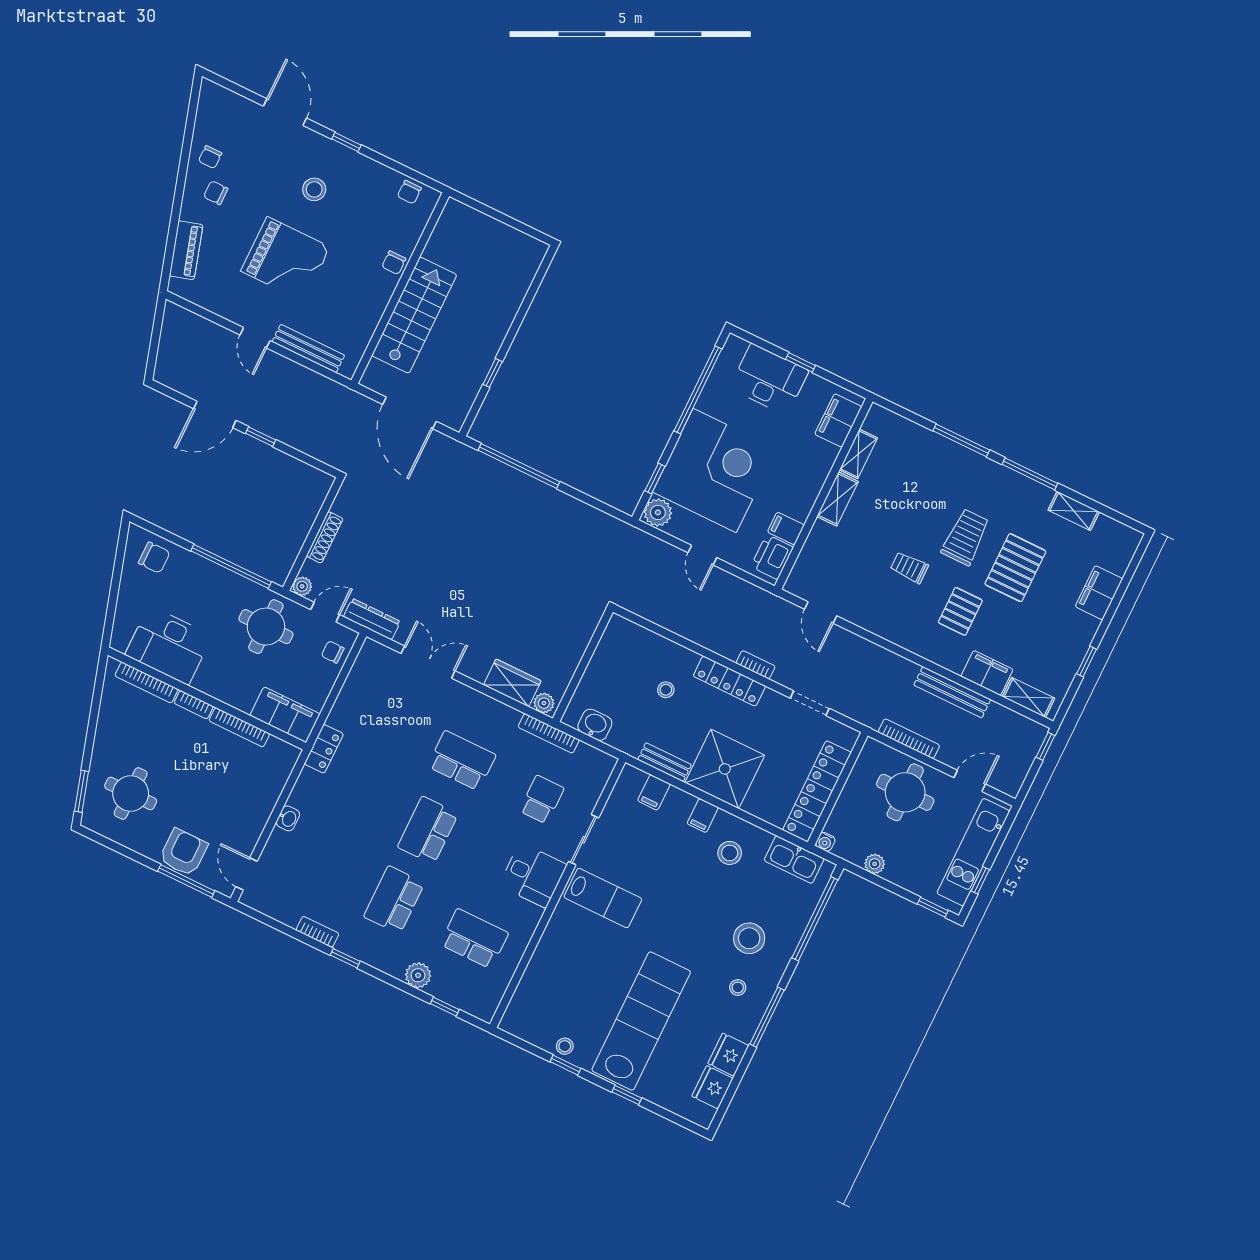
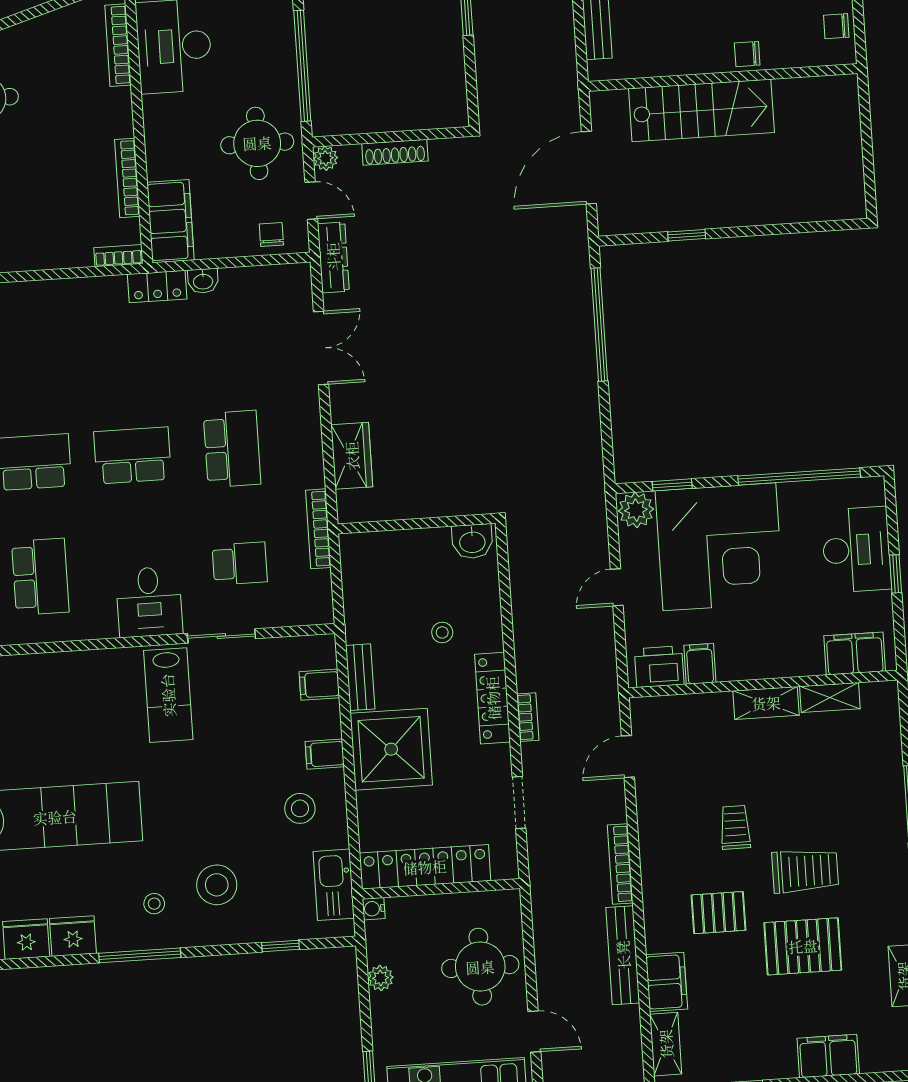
plant: (544, 703) -> (349, 504), removed
bookcase: (194, 705) -> (118, 256), moved, turned 90
washbasin: (595, 725) -> (472, 541), moved, turned 90
bookcase: (909, 739) -> (620, 864), moved, turned 180
washbasin: (288, 818) -> (203, 281), moved
window: (815, 919) -> (280, 946), width x0.32

